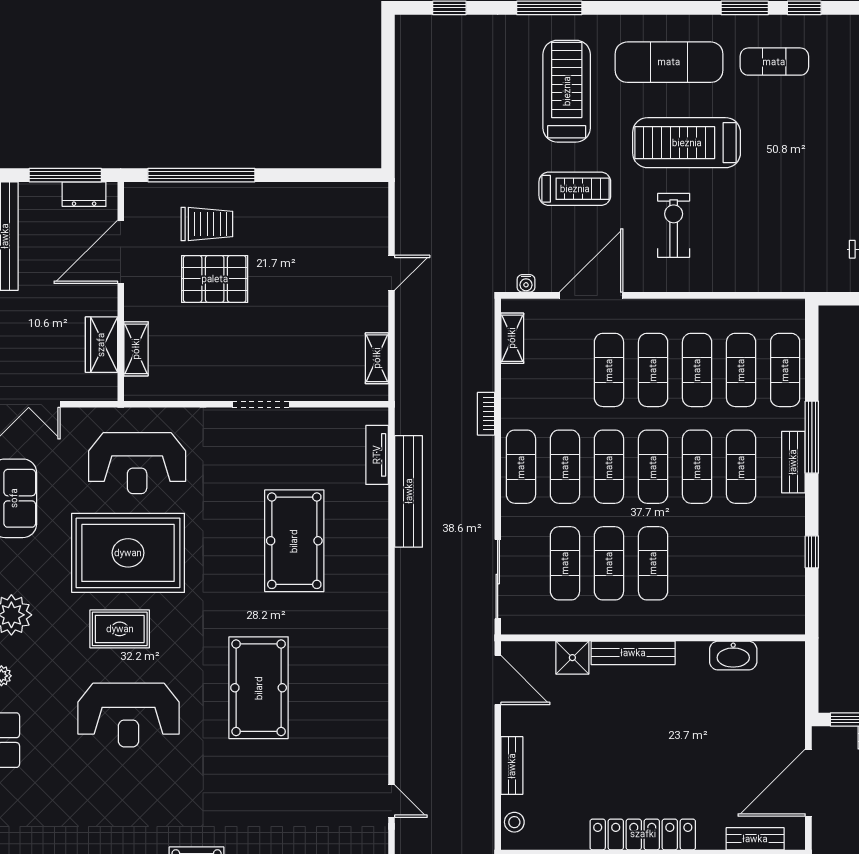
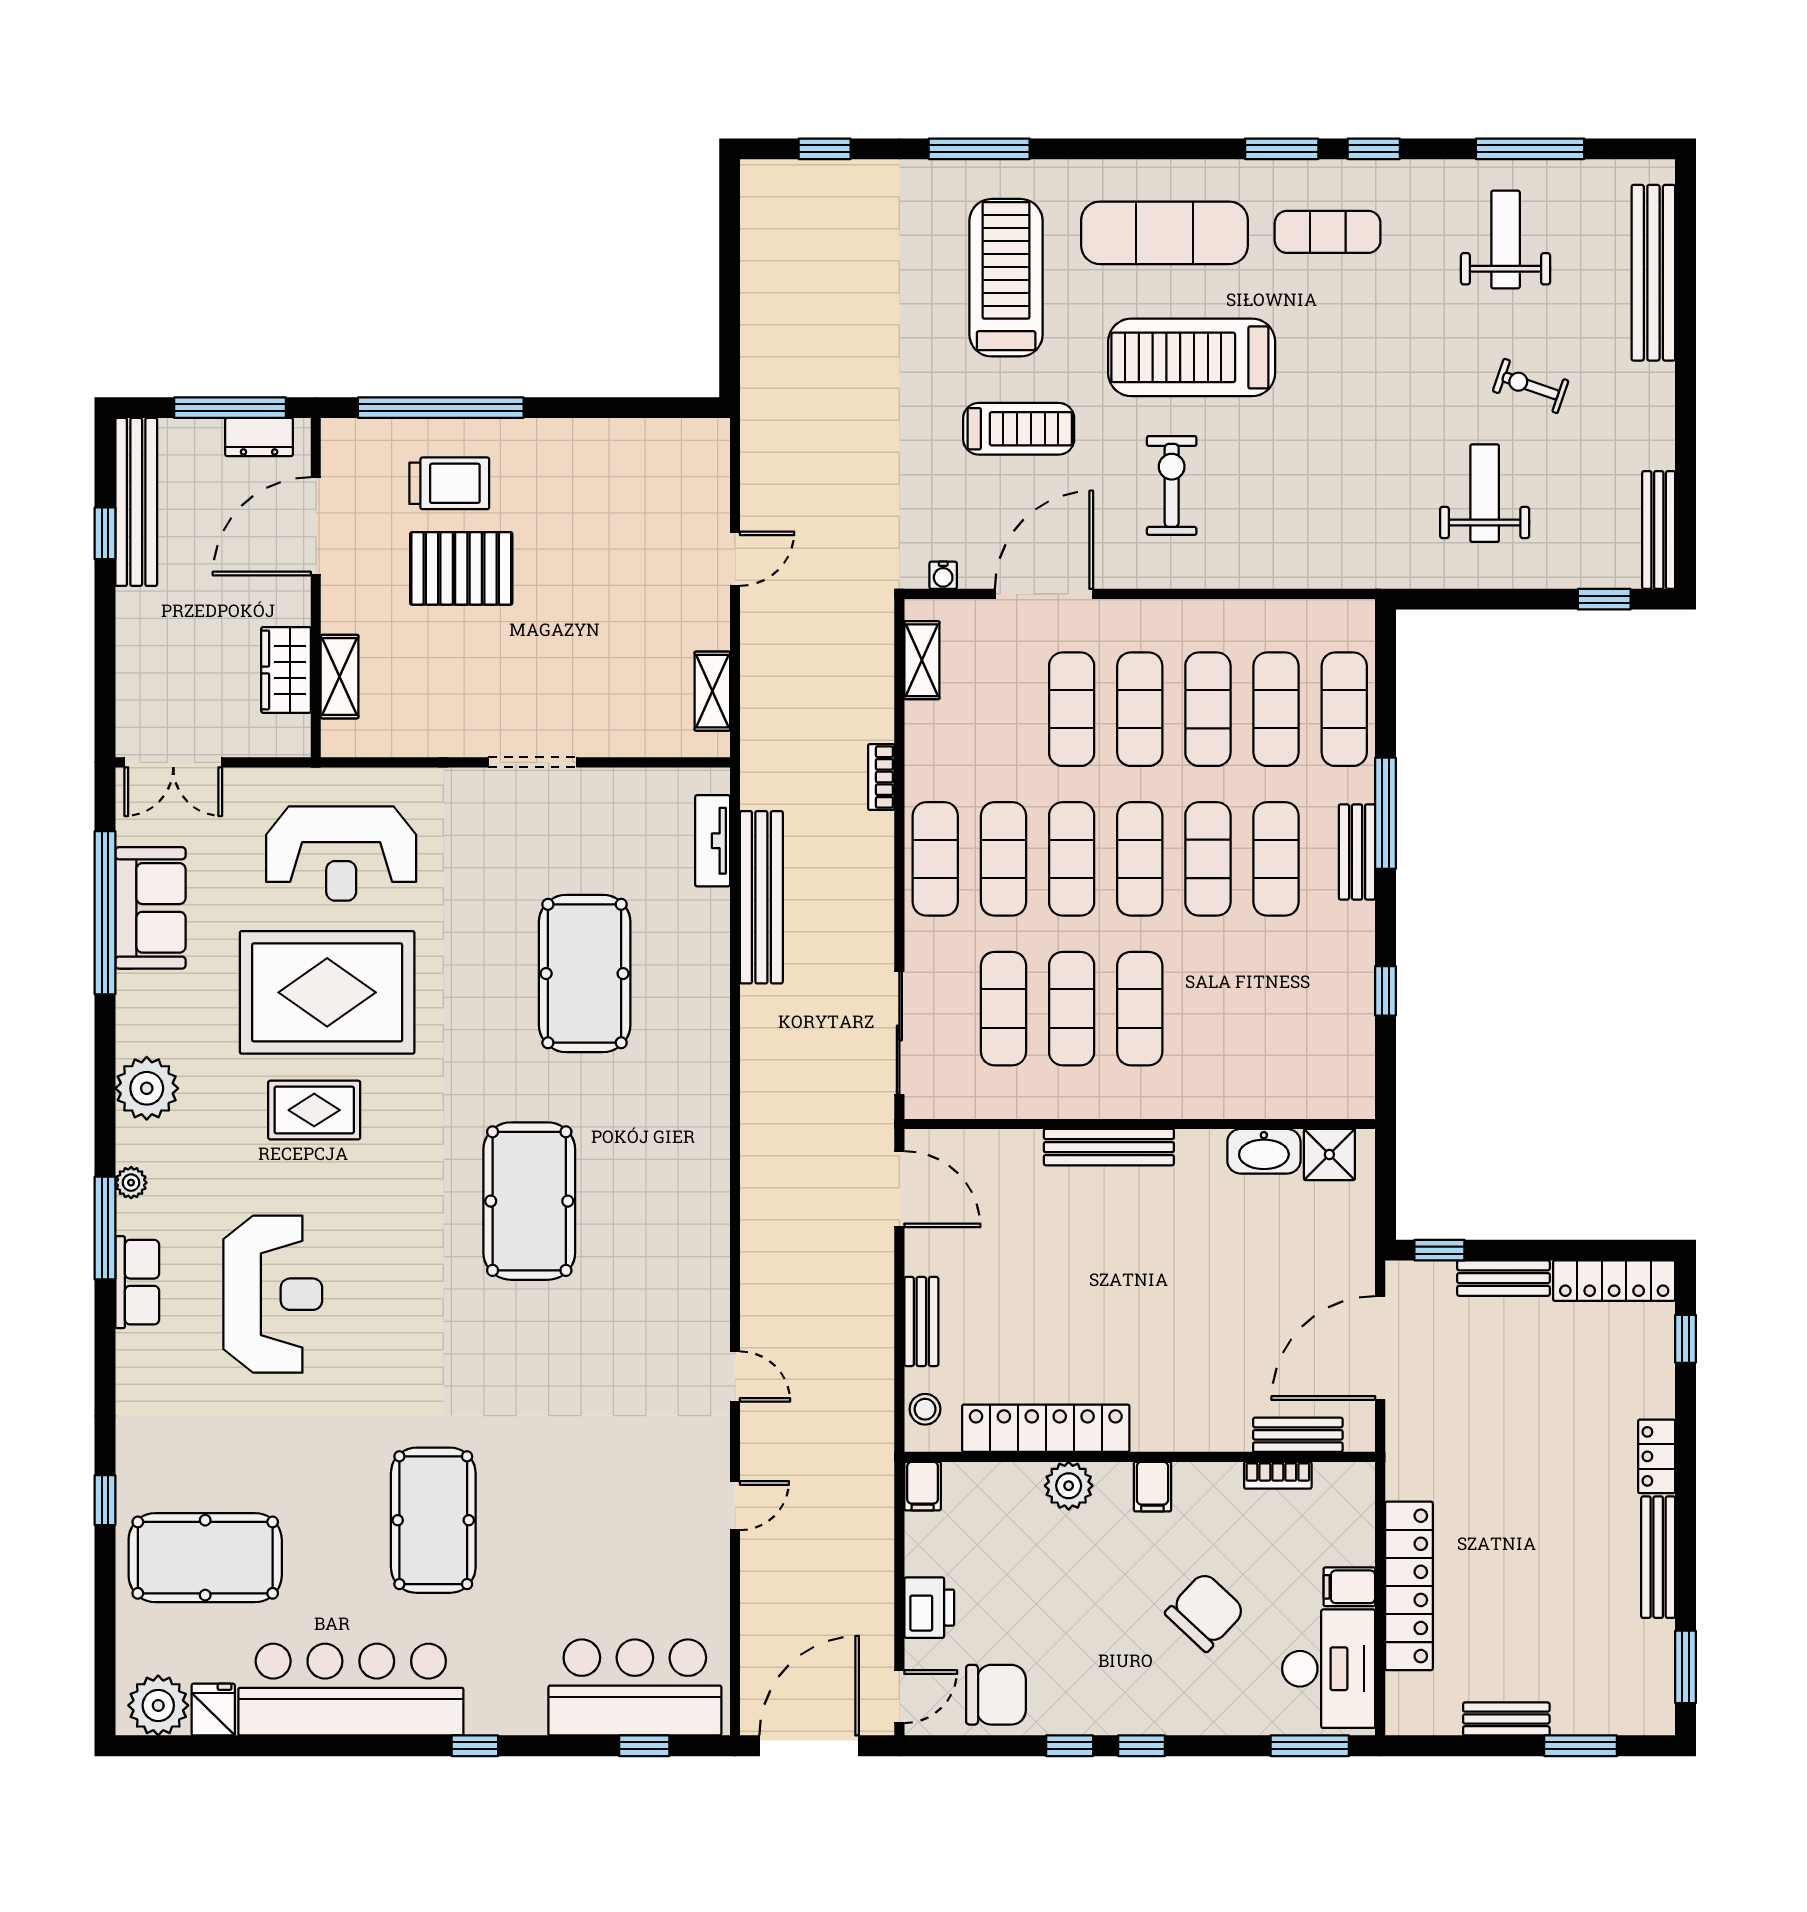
shower: (572, 658) -> (1329, 1154), moved
reception desk: (128, 715) -> (273, 1294), moved, turned -90
locker: (643, 834) -> (1046, 1428), moved

